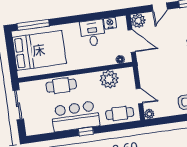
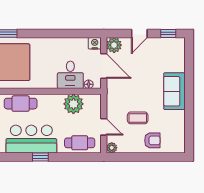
nightstand: (110, 23) -> (95, 43), moved
desk: (93, 33) -> (70, 75), moved, turned 180
coffee table: (169, 84) -> (138, 118), added

